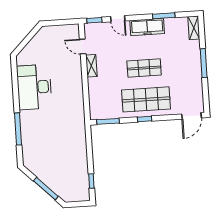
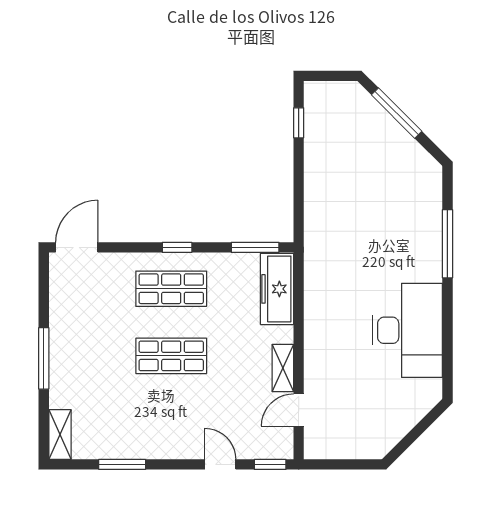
freezer: (147, 27) -> (277, 289), moved, turned -90
door: (83, 47) -> (299, 410), swing flipped
shop shelf: (146, 99) -> (171, 289), width x0.70, depth x0.74

